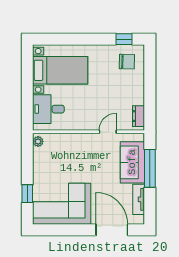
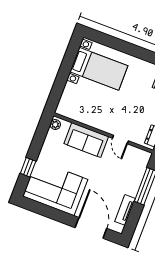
desk: (48, 109) -> (75, 99), removed
door: (108, 132) -> (120, 139), swing flipped
sofa: (132, 162) -> (86, 140), moved, turned -90

